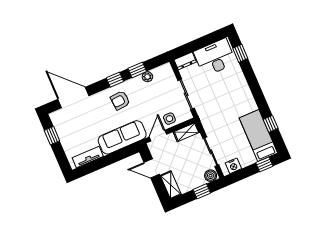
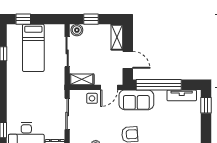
bed: (258, 135) -> (33, 48), moved
window: (52, 136) -> (206, 105), moved
sofa: (122, 137) -> (136, 100), width x0.73
window: (113, 158) -> (159, 85), added
nightstand: (233, 166) -> (52, 30), removed

